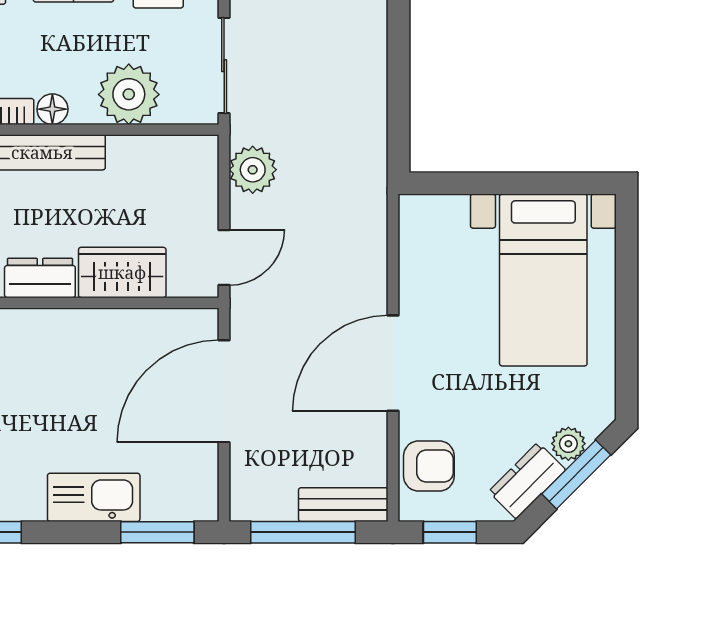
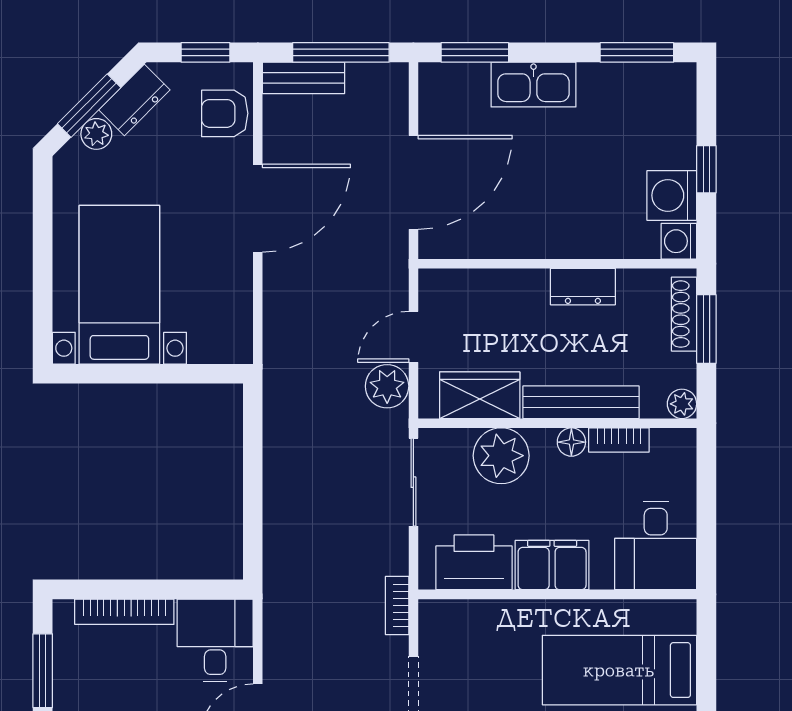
door: (224, 257) -> (413, 337), moved
wardrobe: (122, 272) -> (480, 395), moved, turned 180

